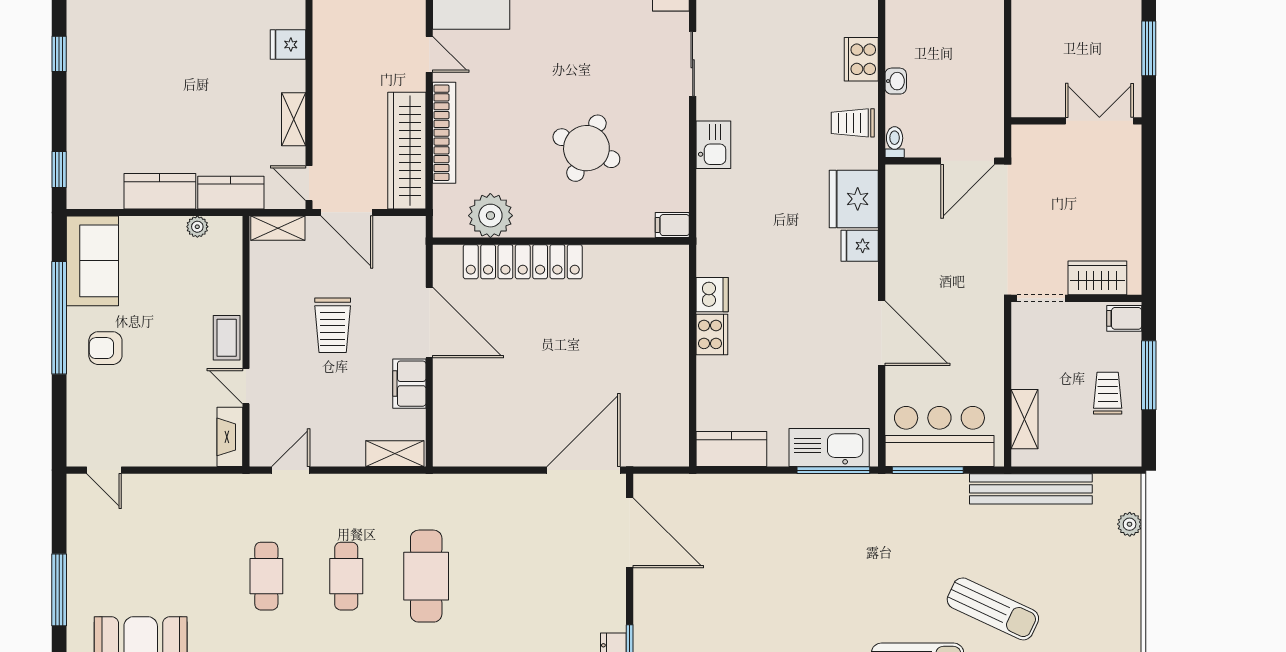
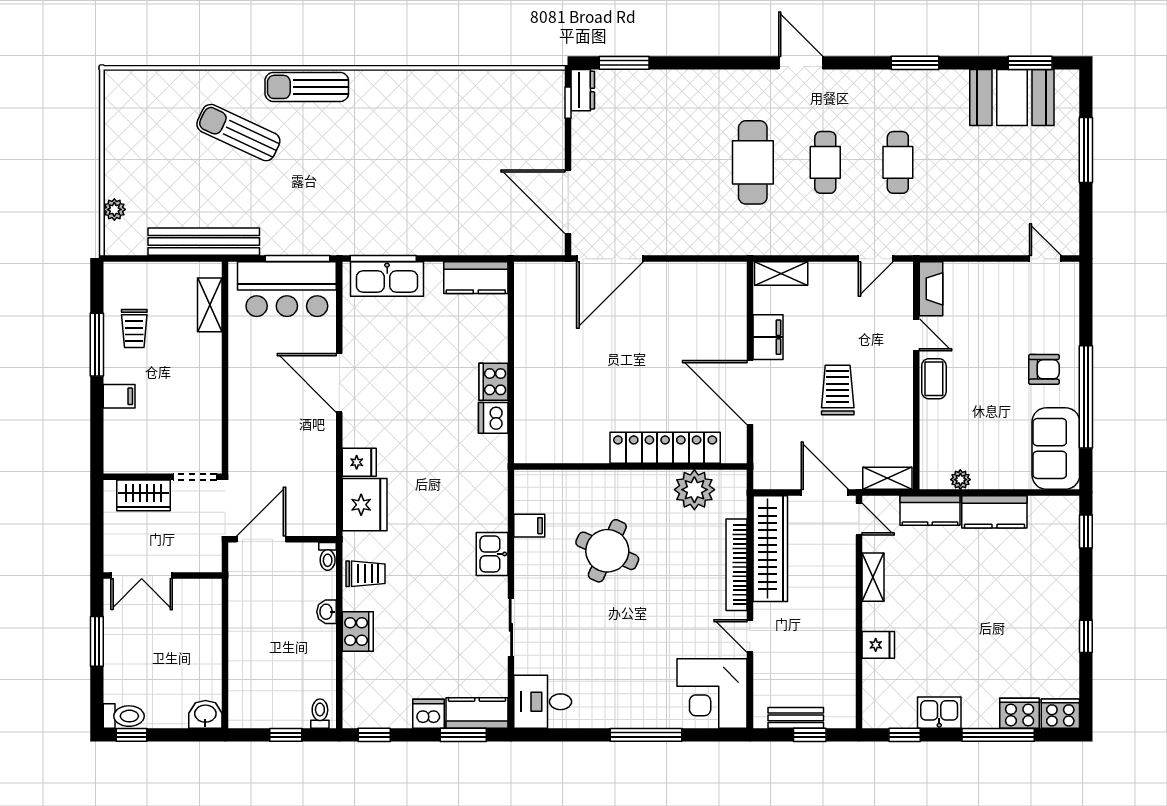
filing cabinet: (672, 225) -> (529, 526), moved
wardrobe: (1097, 278) -> (144, 495), moved
doorway: (1041, 298) -> (195, 477), moved
wall: (1076, 298) -> (163, 477), moved

